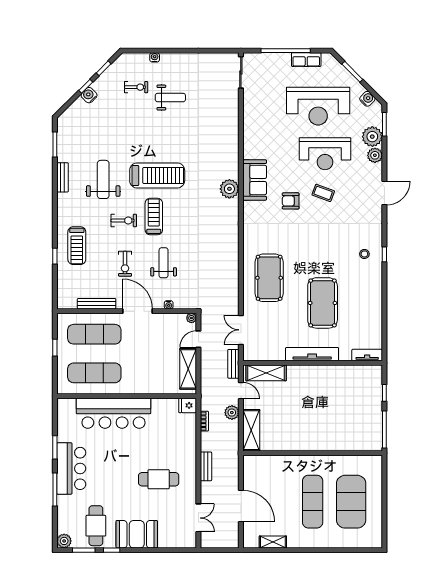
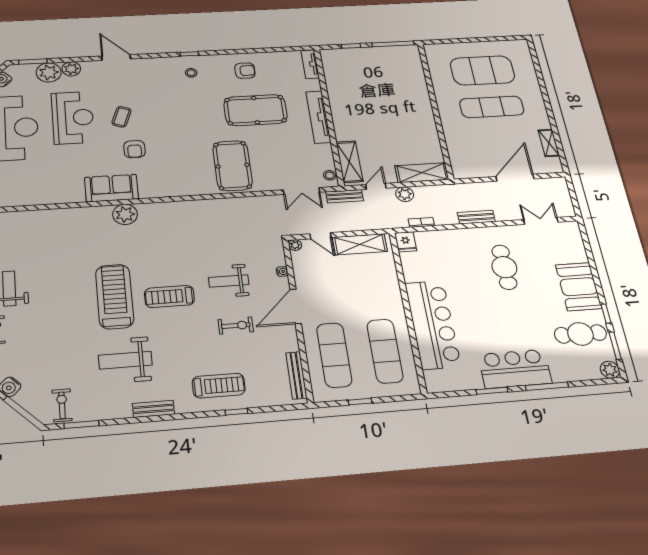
bench: (63, 177) -> (153, 409), moved
exercise bike: (124, 220) -> (62, 405), moved
pool table: (269, 278) -> (232, 166), turned 90
armchair: (364, 299) -> (245, 71), added
bench: (97, 304) -> (296, 375), moved
stool: (254, 355) -> (330, 175), added

